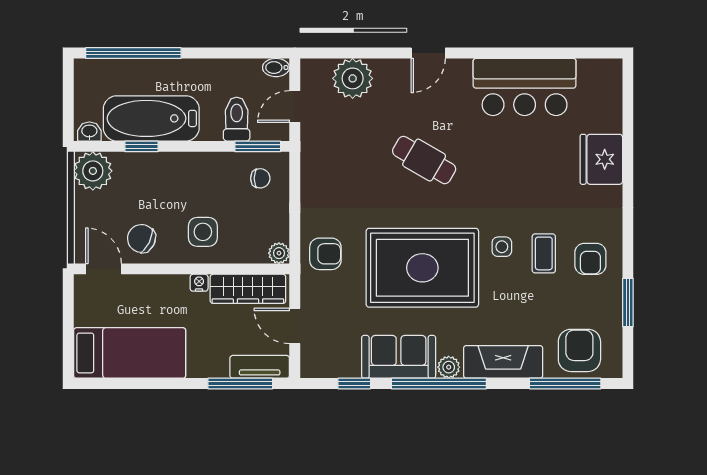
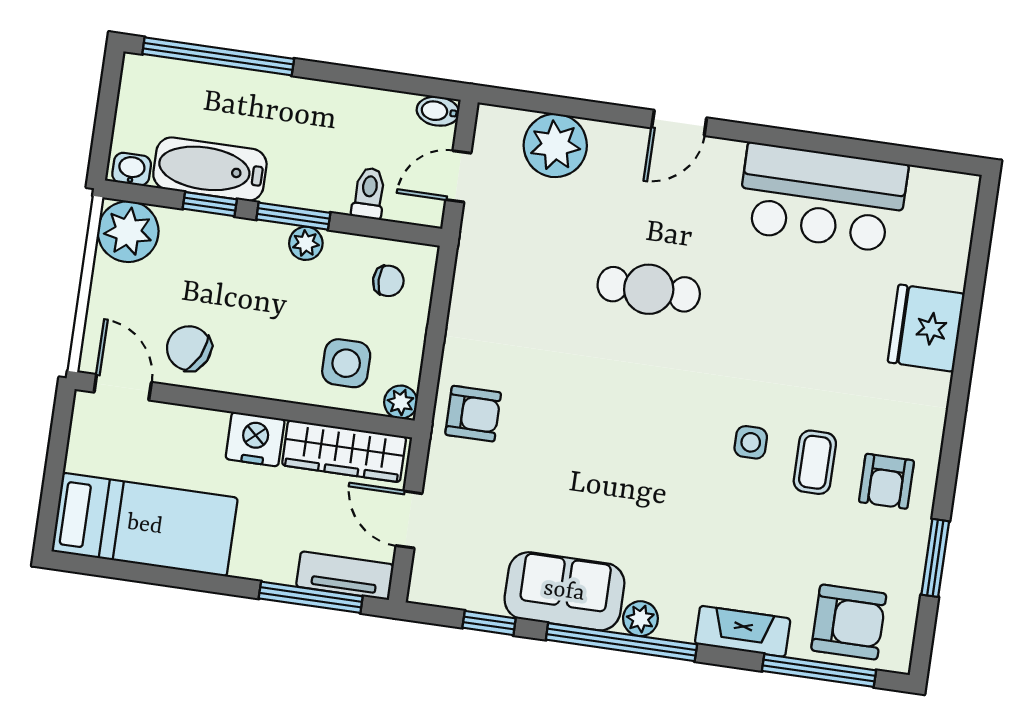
bathtub: (151, 118) -> (210, 169), width x0.73, depth x0.73
toilet: (237, 119) -> (369, 193), width x0.73, depth x0.72
window: (258, 146) -> (293, 216), moved
cafe table: (424, 160) -> (649, 289), turned -30
plant: (205, 162) -> (306, 243), added
side table: (203, 232) -> (346, 363), moved
rug: (422, 268) -> (622, 457), removed
nightstand: (199, 283) -> (255, 439), width x1.89, depth x1.79
armchair: (579, 350) -> (849, 622), turned 90
fireplace: (503, 362) -> (743, 631), width x0.73, depth x0.76

